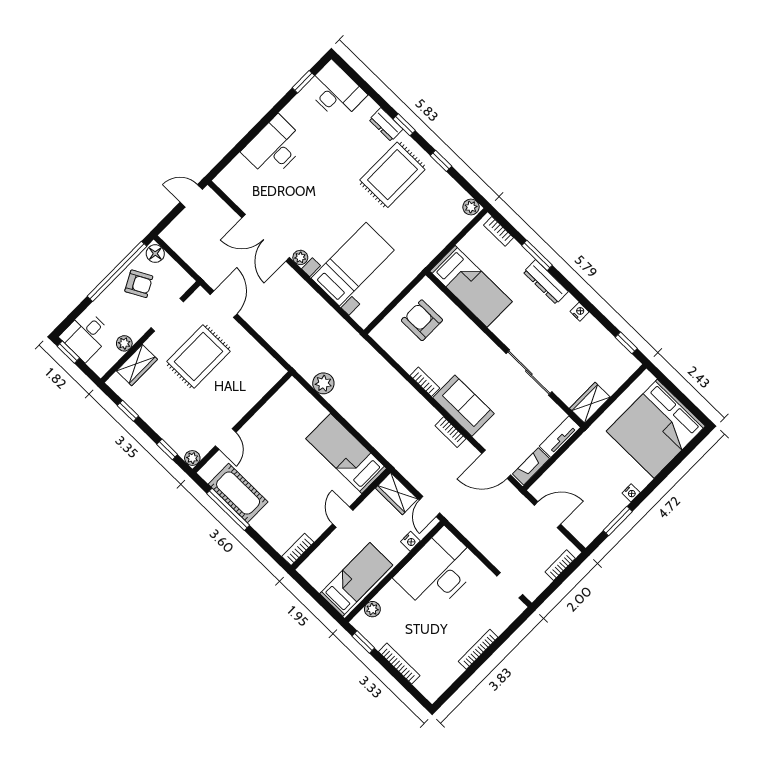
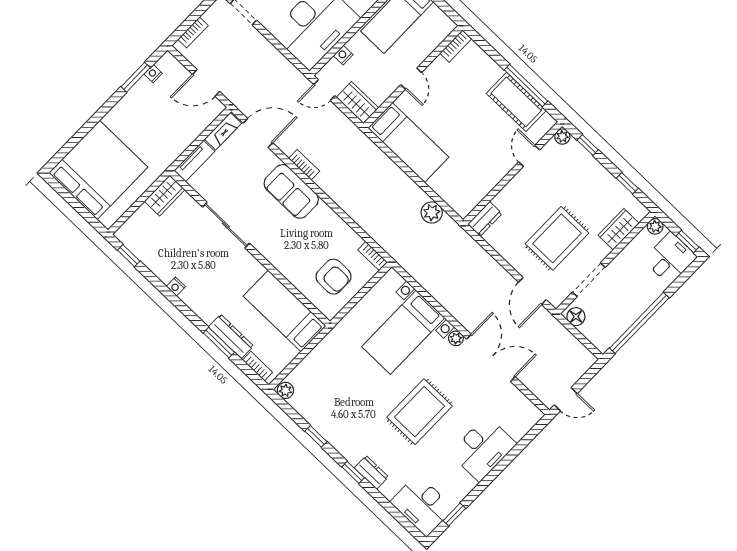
rug: (392, 175) -> (420, 412), moved
floor lamp: (155, 254) -> (576, 317), moved
dresser: (546, 282) -> (231, 336), moved
armchair: (139, 284) -> (617, 311), removed
plant: (124, 343) -> (655, 226), moved
dresser: (270, 377) -> (485, 219), added
bookcase: (425, 382) -> (373, 256), moved
nightstand: (631, 493) -> (153, 74), moved
door: (430, 506) -> (324, 90), swing flipped

